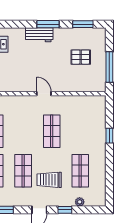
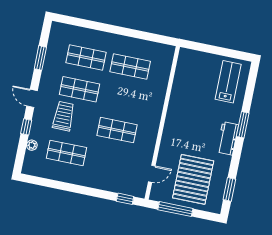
window: (48, 24) -> (243, 125), moved
pallet: (81, 57) -> (193, 179), width x2.05, depth x2.00
door: (44, 94) -> (152, 174), moved
window: (109, 136) -> (125, 199), moved

